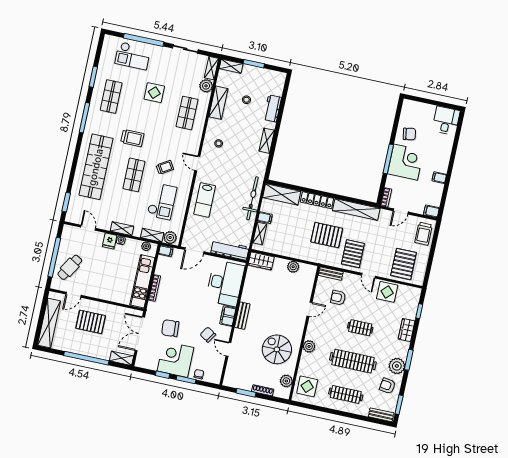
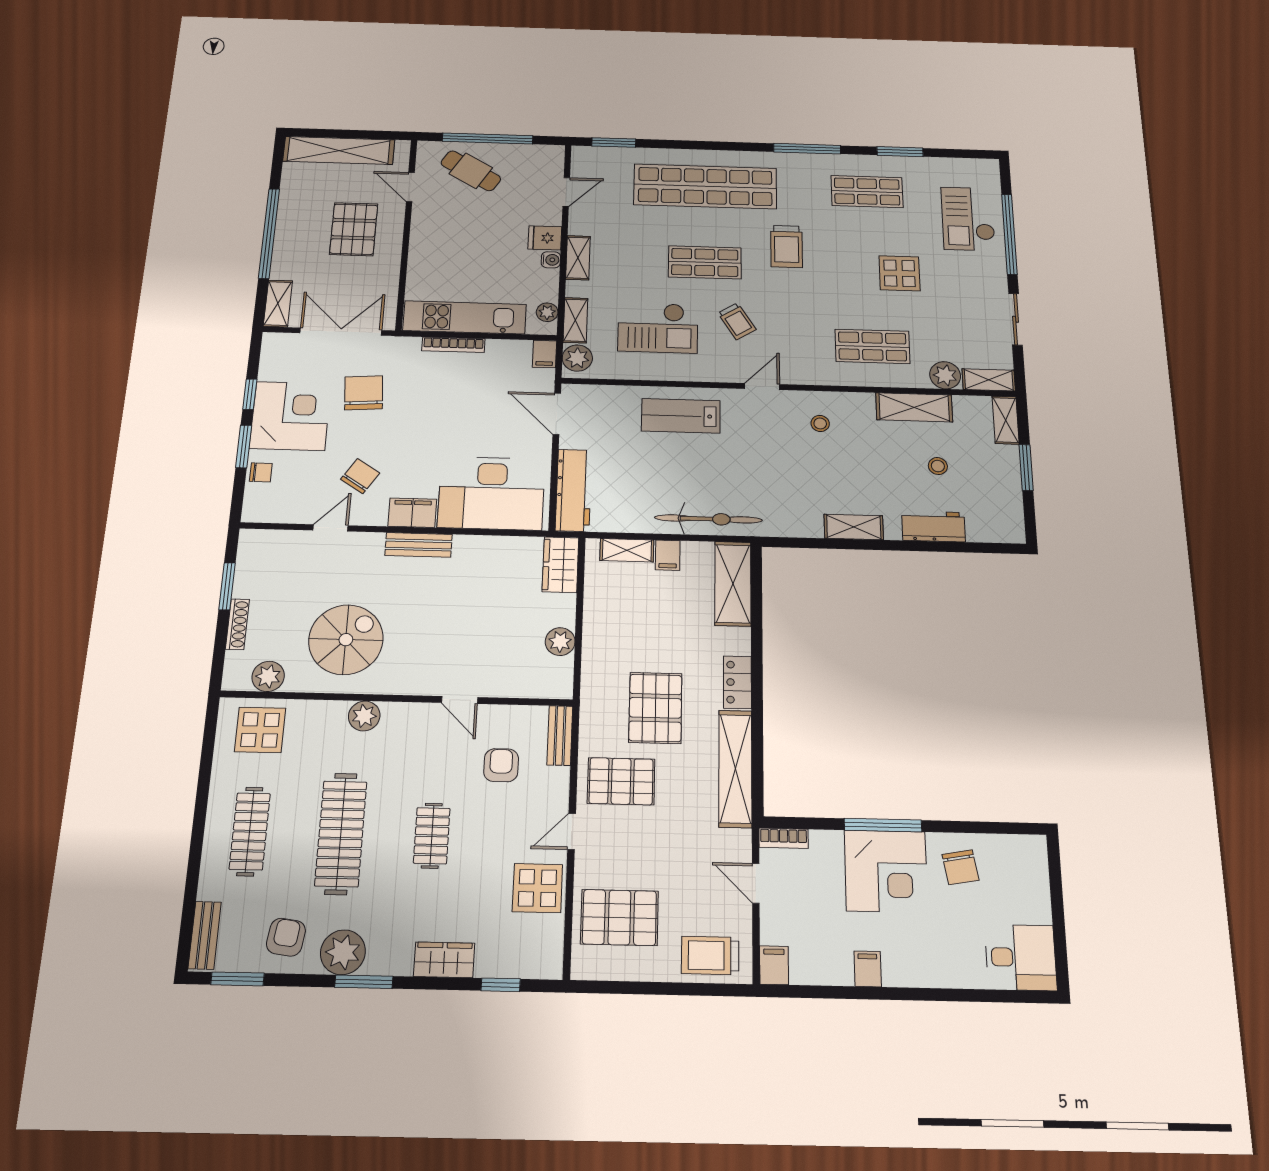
locker: (317, 200) -> (737, 682), width x0.66

